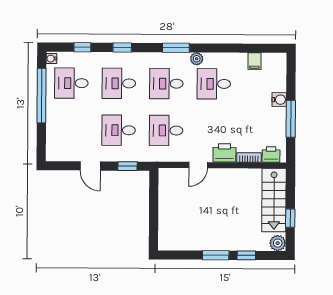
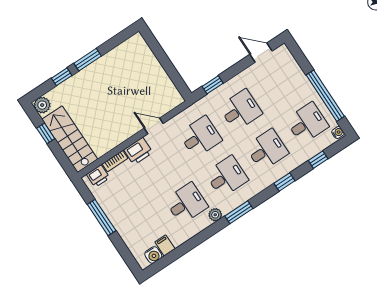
water cooler: (279, 100) -> (153, 255), moved, turned -90
door: (198, 165) -> (154, 126), hinge flipped
door: (90, 166) -> (261, 53), moved

